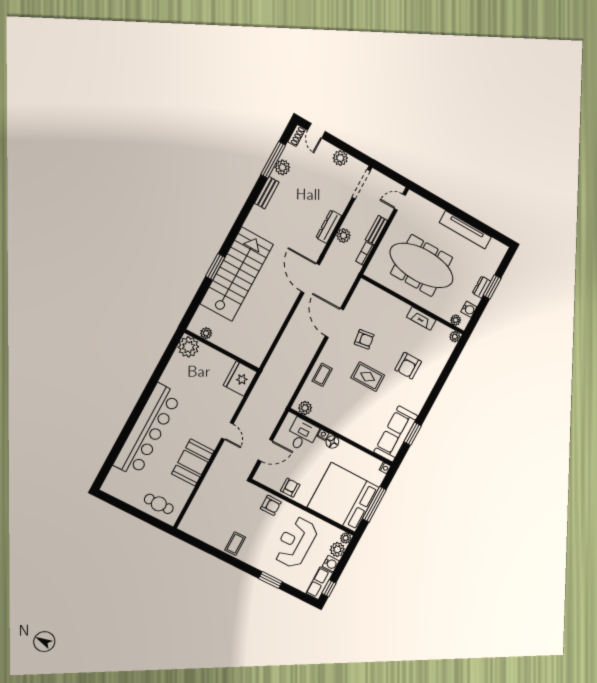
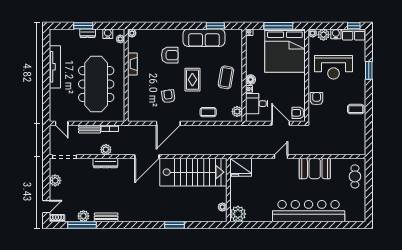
stairs: (237, 274) -> (193, 172), moved, turned 180
coffee table: (350, 416) -> (226, 77), added
sofa: (396, 434) -> (204, 38), moved
armchair: (290, 488) -> (298, 113), moved

